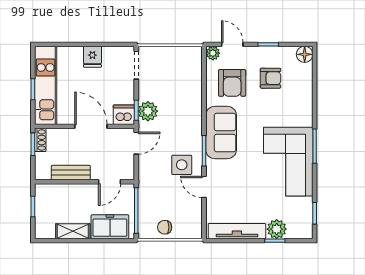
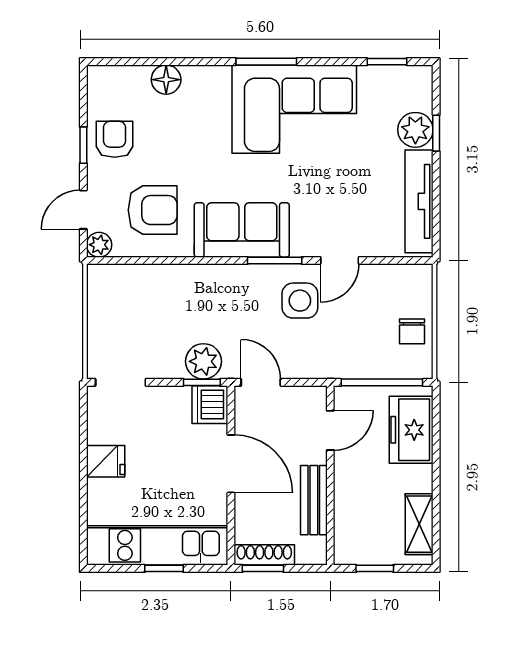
floor lamp: (305, 54) -> (166, 80), moved
armchair: (271, 78) -> (115, 139), moved
door: (91, 126) -> (231, 464), swing flipped
shoe rack: (40, 140) -> (264, 555), width x1.43
door: (110, 182) -> (330, 430), hinge flipped
shelving: (73, 231) -> (419, 524), moved

